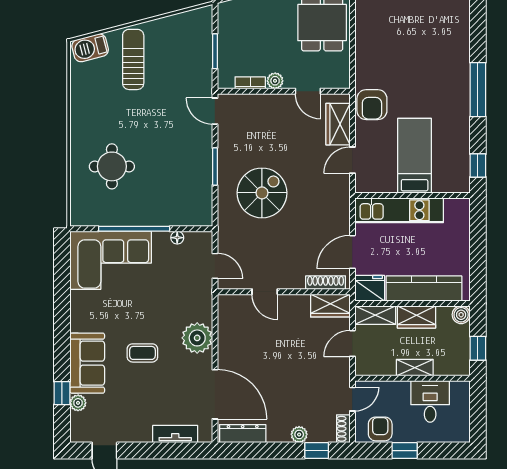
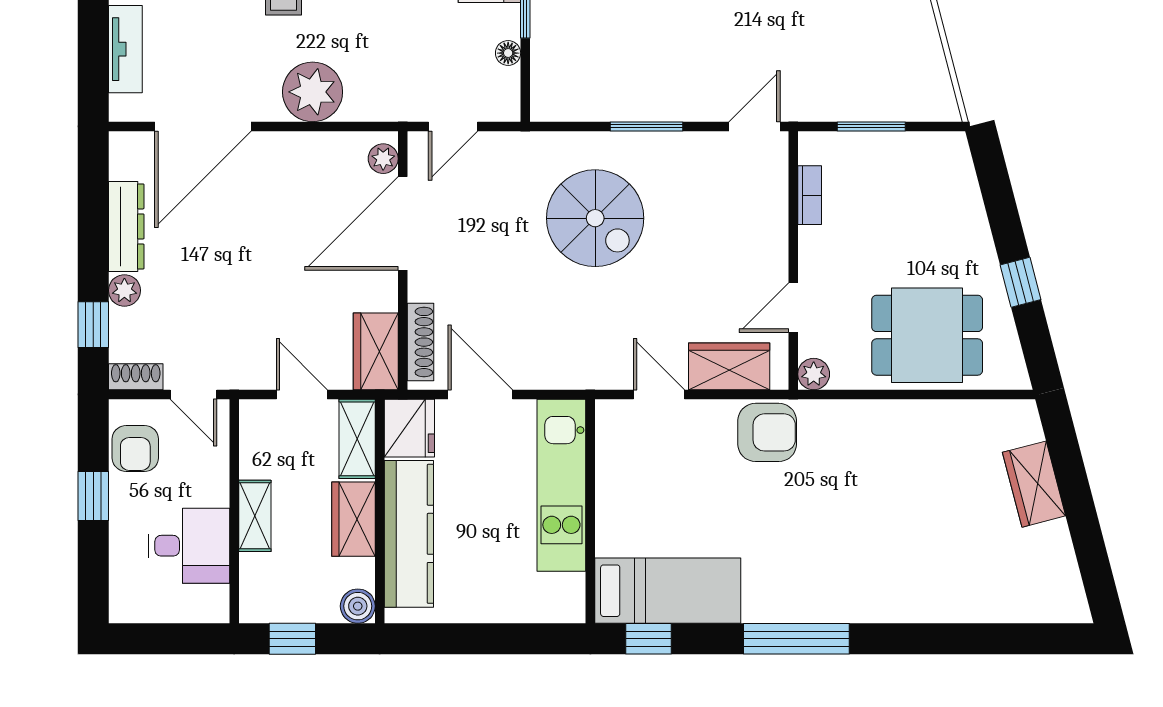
plant: (275, 81) -> (814, 374), moved
armchair: (372, 105) -> (767, 432), turned 180
bed: (415, 156) -> (668, 591), moved
door: (265, 292) -> (403, 223), width x1.87
plant: (231, 302) -> (383, 159), added
armchair: (380, 429) -> (135, 448), turned 90
dresser: (243, 434) -> (126, 226), moved

